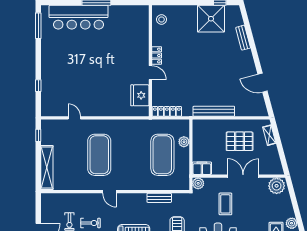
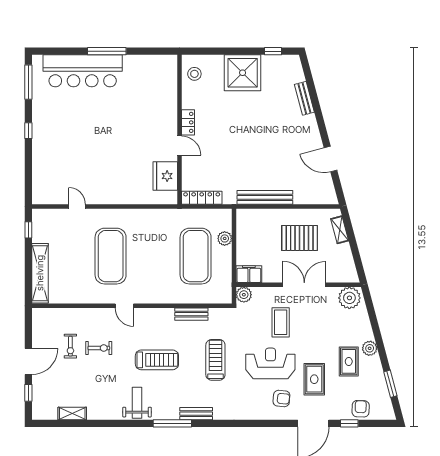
shower: (211, 19) -> (243, 73), moved
window: (38, 86) -> (28, 131), moved

